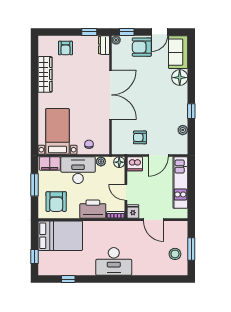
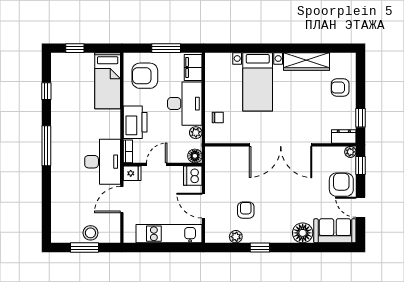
bed with nightstands: (57, 131) -> (258, 82), moved, turned 90
armchair: (140, 137) -> (246, 210), moved
bed: (60, 236) -> (108, 81), width x0.67
stool: (175, 254) -> (90, 233), moved
desk: (114, 261) -> (103, 162), moved, turned 180
window: (111, 279) -> (46, 146), added

